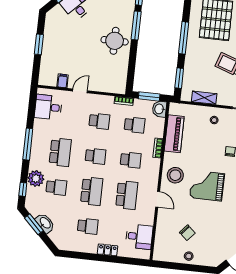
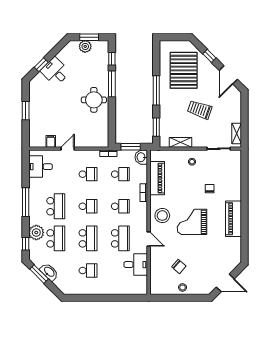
school desk: (56, 187) -> (56, 238), width x1.85
desk: (139, 237) -> (136, 265), moved
locker: (108, 250) -> (108, 290), removed

